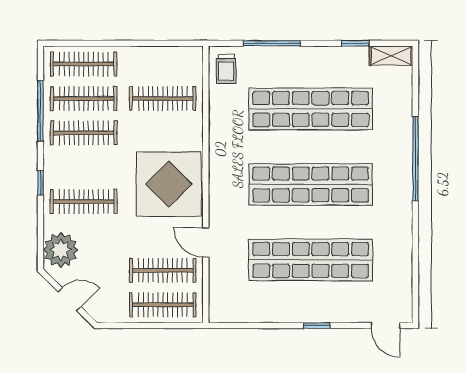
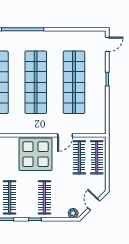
plant: (61, 250) -> (73, 213), width x0.53, depth x0.53

